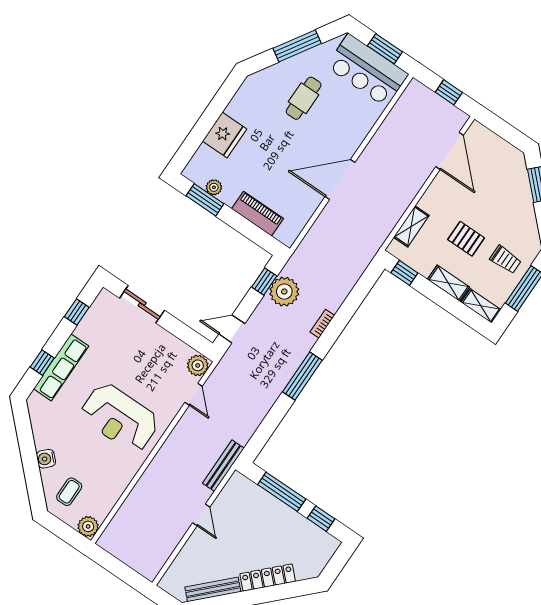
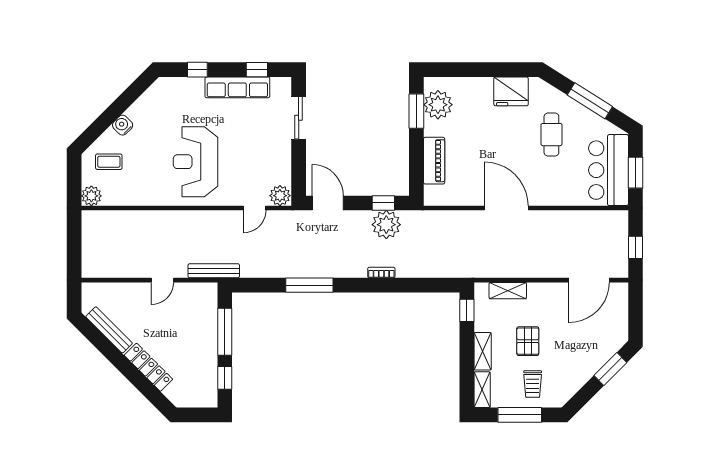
cafe table: (304, 98) -> (551, 135), turned 90
fridge: (225, 135) -> (511, 91), moved
plant: (214, 187) -> (438, 105), width x1.88, depth x1.88
door: (232, 329) -> (328, 203), width x1.38
row of seats: (61, 367) -> (237, 87), moved
window: (302, 376) -> (309, 285), moved

